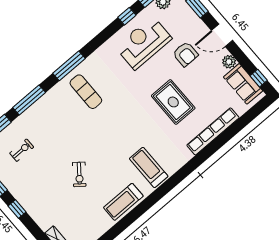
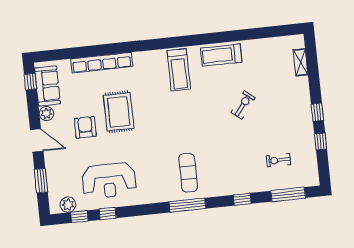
armchair: (185, 54) -> (85, 127), moved
window: (29, 100) -> (242, 199), width x0.46
treadmill: (123, 202) -> (221, 55), turned 180

